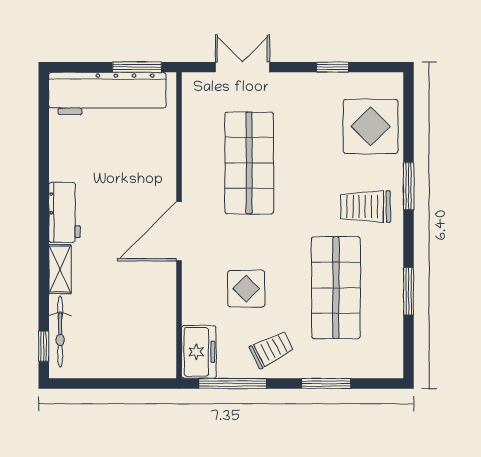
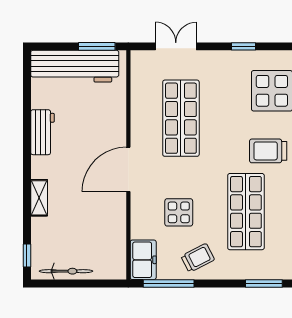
workbench: (64, 212) -> (42, 132), moved
bicycle: (60, 331) -> (66, 271), moved, turned -90
window: (326, 383) -> (264, 283), moved

